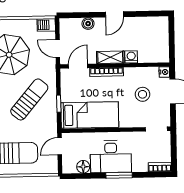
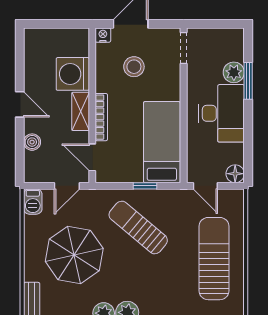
washing machine: (131, 57) -> (73, 74), width x1.89, depth x1.89
plant: (140, 165) -> (234, 72), added
floor lamp: (83, 167) -> (235, 174), moved
bookcase: (160, 167) -> (238, 44), removed
window: (119, 175) -> (248, 81), moved

